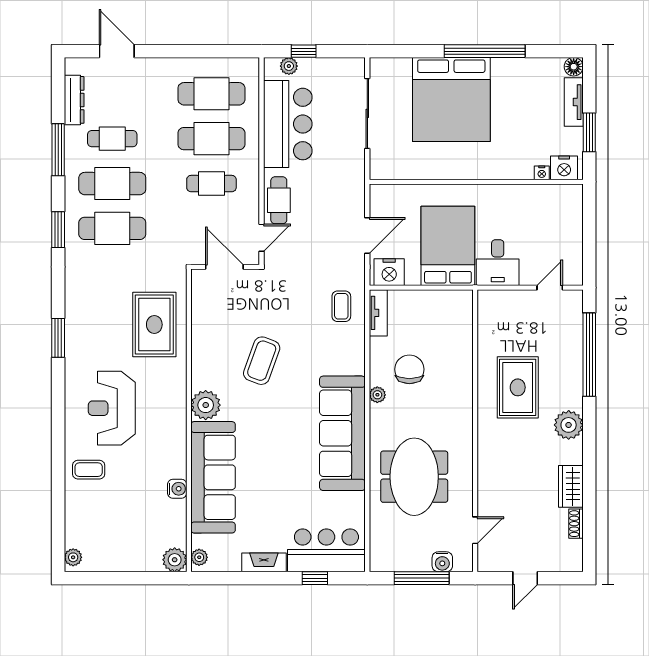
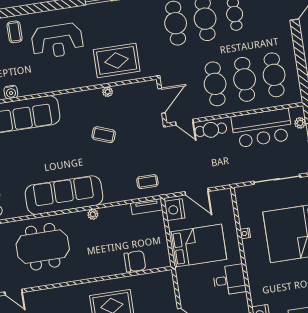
nightstand: (542, 173) -> (245, 233), moved
cafe table: (211, 184) -> (215, 84), width x1.37, depth x1.35
desk: (498, 263) -> (229, 280), moved, turned 180
coffee table: (262, 361) -> (104, 135), width x0.73, depth x0.77
chair: (409, 369) -> (135, 261), moved
plant: (206, 405) -> (108, 92), moved, width x0.53, depth x0.53
reception desk: (112, 408) -> (57, 41), turned 180

